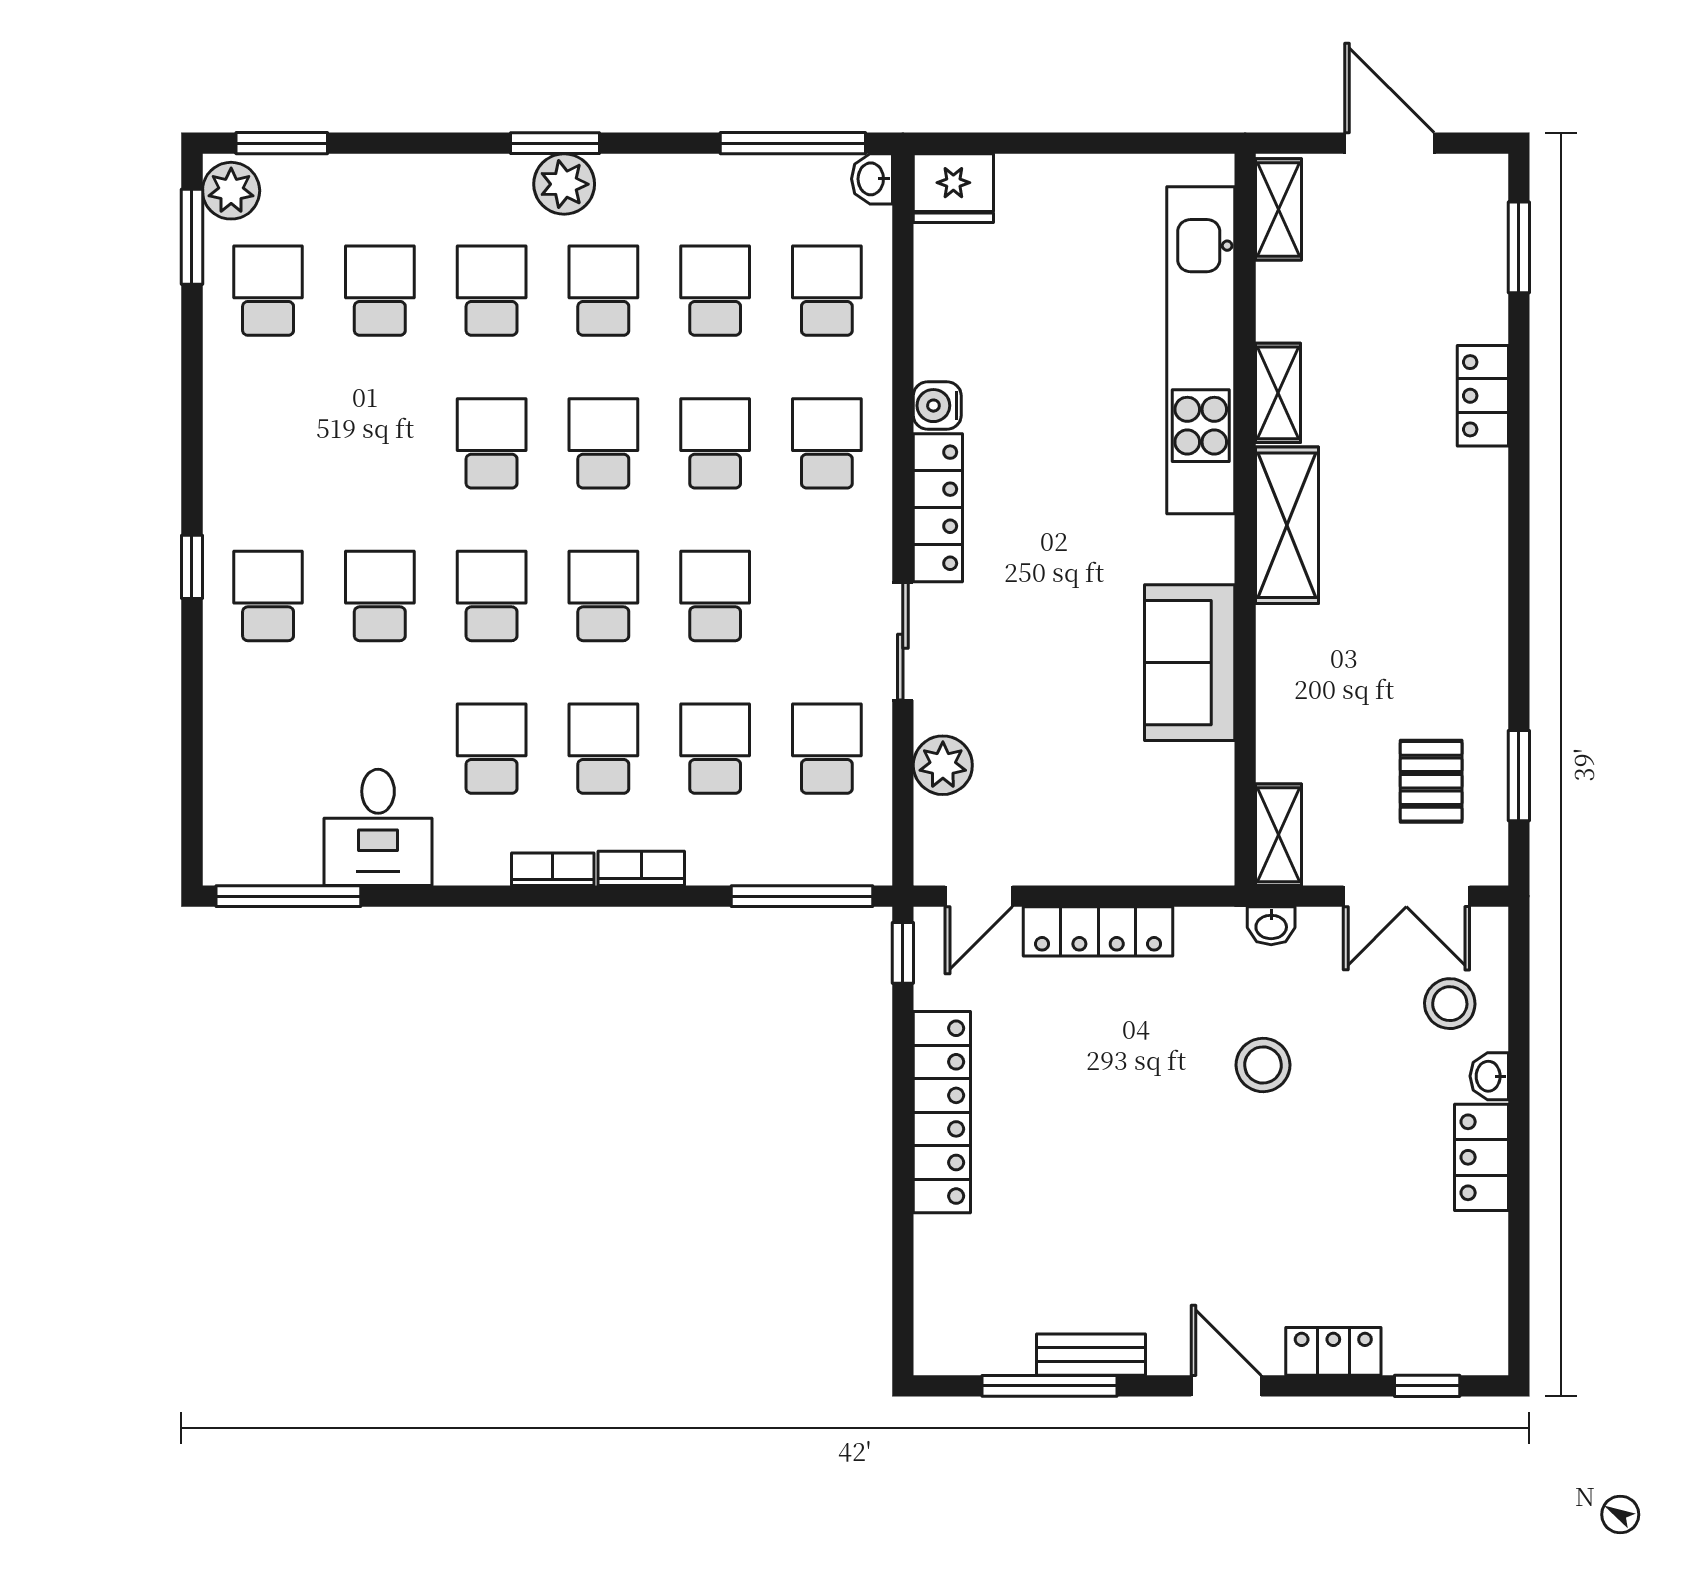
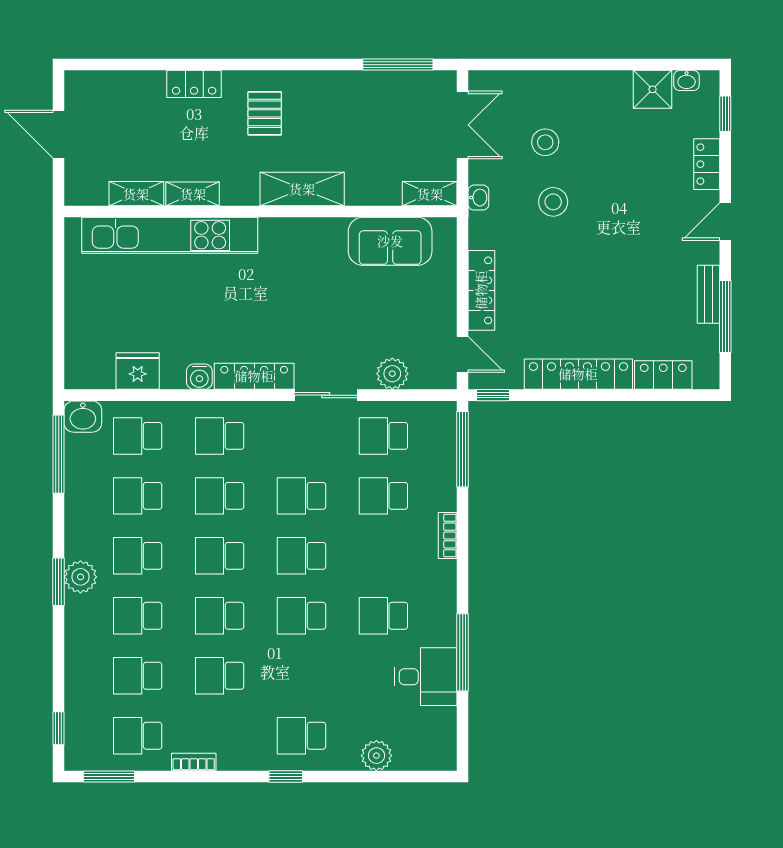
window: (282, 143) -> (59, 728), width x0.67
door: (1389, 143) -> (59, 134), hinge flipped
washbasin: (872, 179) -> (83, 417), width x1.38, depth x1.45
fridge: (953, 188) -> (138, 371), moved, turned -90
plant: (231, 191) -> (376, 756), moved
shelving: (1278, 209) -> (136, 194), moved
window: (1519, 247) -> (114, 65), removed
shelving: (1287, 525) -> (302, 189), moved
school desk: (380, 596) -> (220, 676), moved
sofa: (1190, 663) -> (390, 241), moved
school desk: (603, 749) -> (383, 556), removed
window: (1519, 776) -> (398, 65), width x1.44
pallet: (1431, 781) -> (265, 113), moved, turned 90
bookcase: (553, 869) -> (194, 762), moved, turned 90
window: (288, 896) -> (463, 652), moved
stool: (1450, 1004) -> (545, 142), moved
washbasin: (1489, 1076) -> (687, 80), moved
locker: (1482, 1157) -> (663, 375), moved, turned 180
shower: (1473, 1250) -> (653, 89), added

